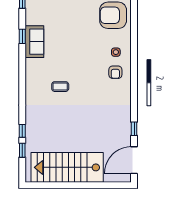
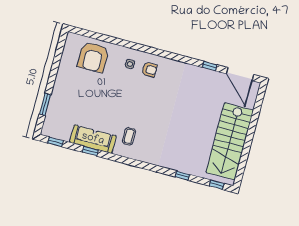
sofa: (34, 42) -> (93, 139), width x1.36
coffee table: (60, 87) -> (129, 136), moved
window: (22, 150) -> (217, 185), moved

